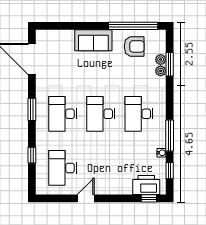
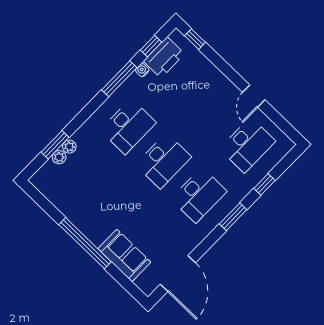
window: (133, 26) -> (85, 243), moved
sofa: (93, 40) -> (124, 255), moved
armchair: (134, 46) -> (72, 193), removed
window: (32, 109) -> (233, 217), moved
printer: (146, 185) -> (164, 58), moved, turned -90
door: (86, 198) -> (254, 96), hinge flipped

